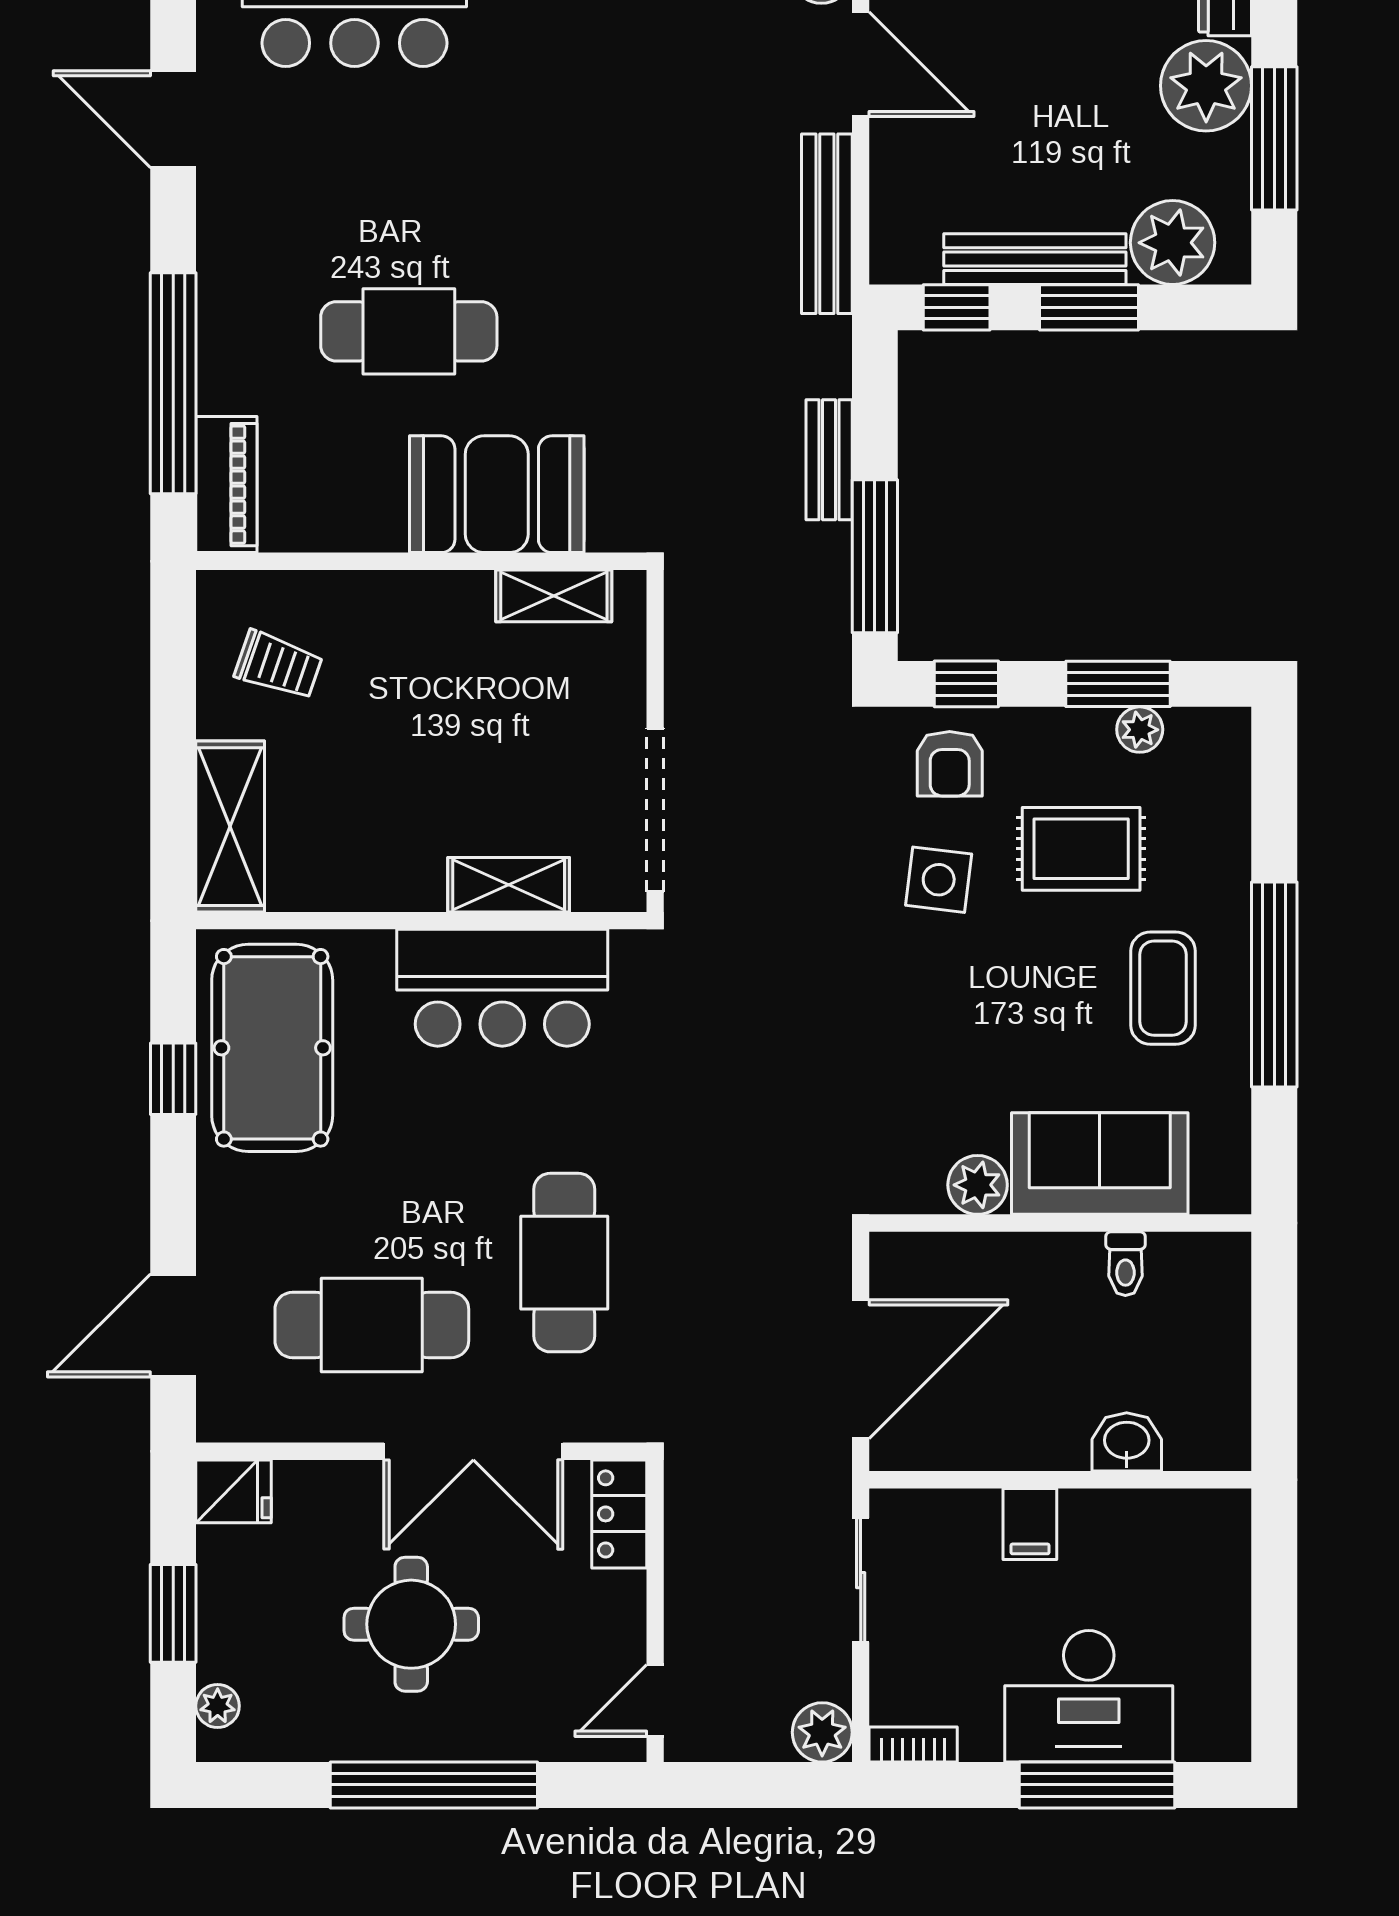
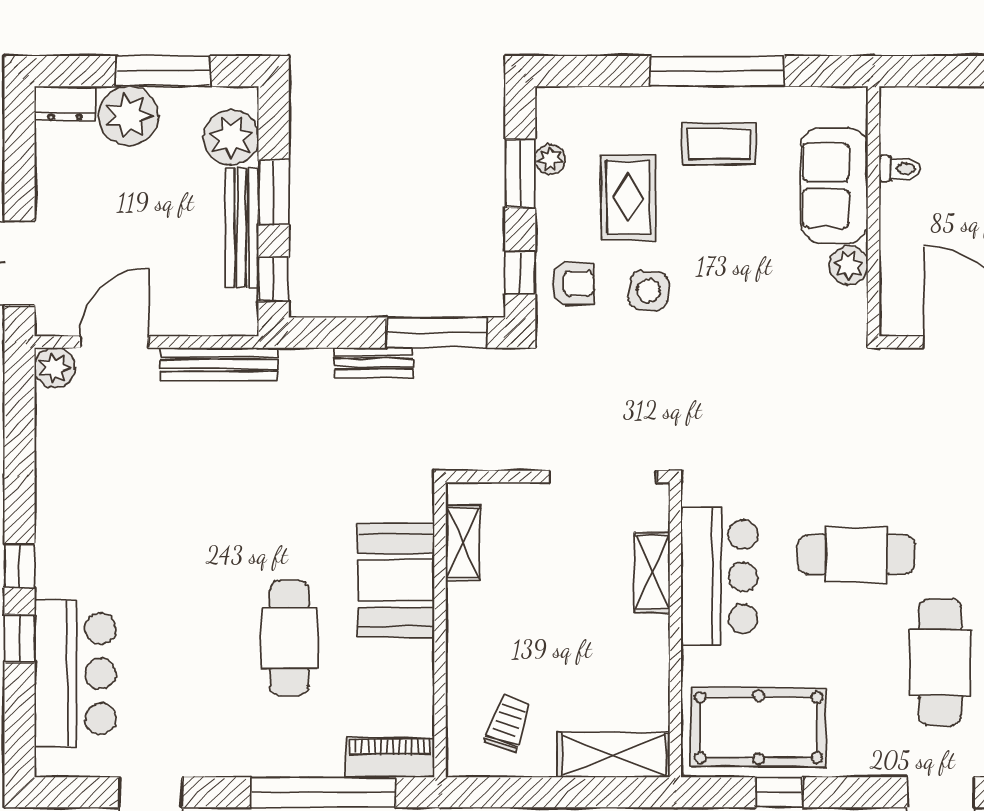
cafe table: (564, 1263) -> (856, 554), moved

